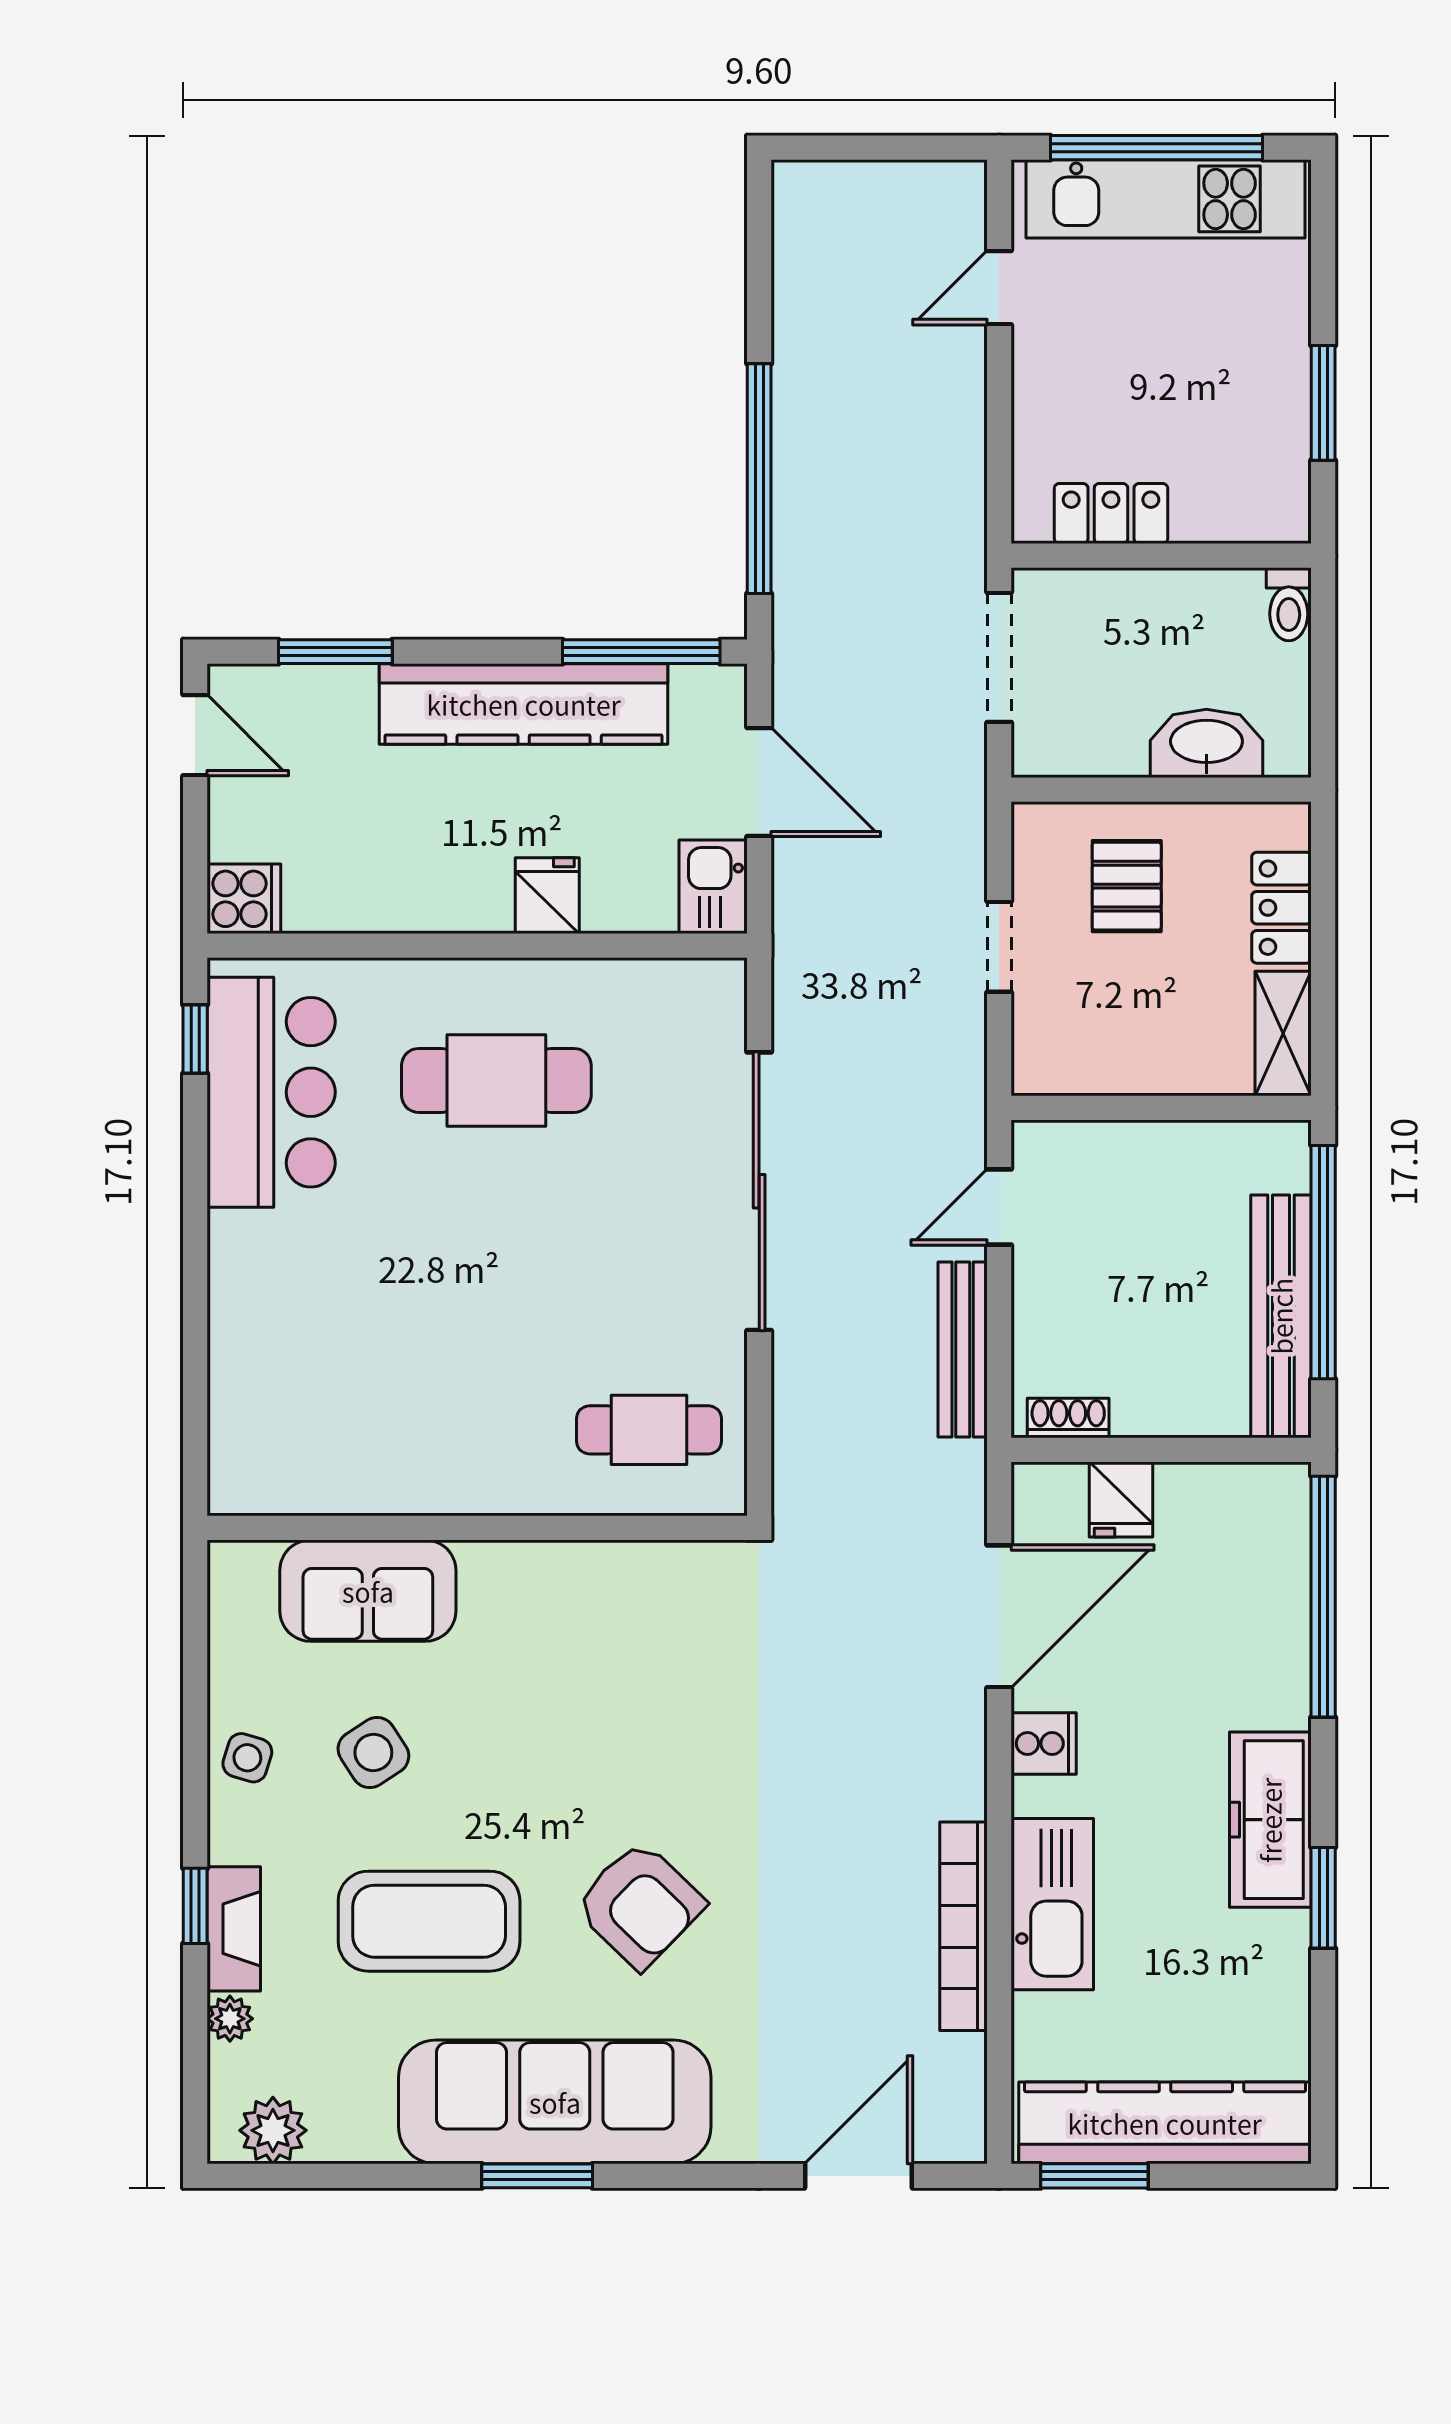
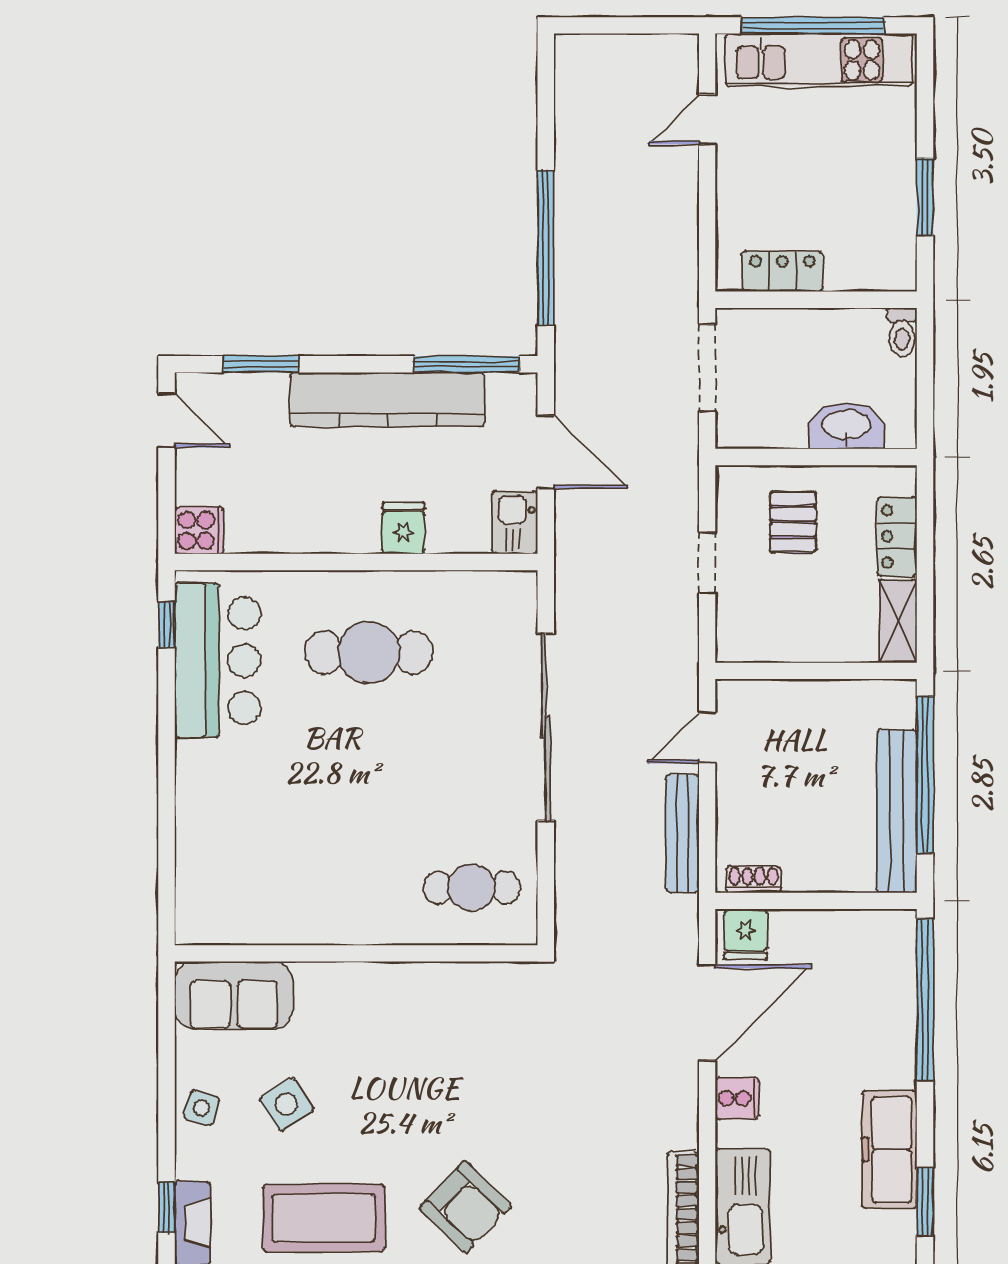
fridge: (1121, 1499) -> (746, 934), moved
sofa: (368, 1591) -> (234, 996), moved

